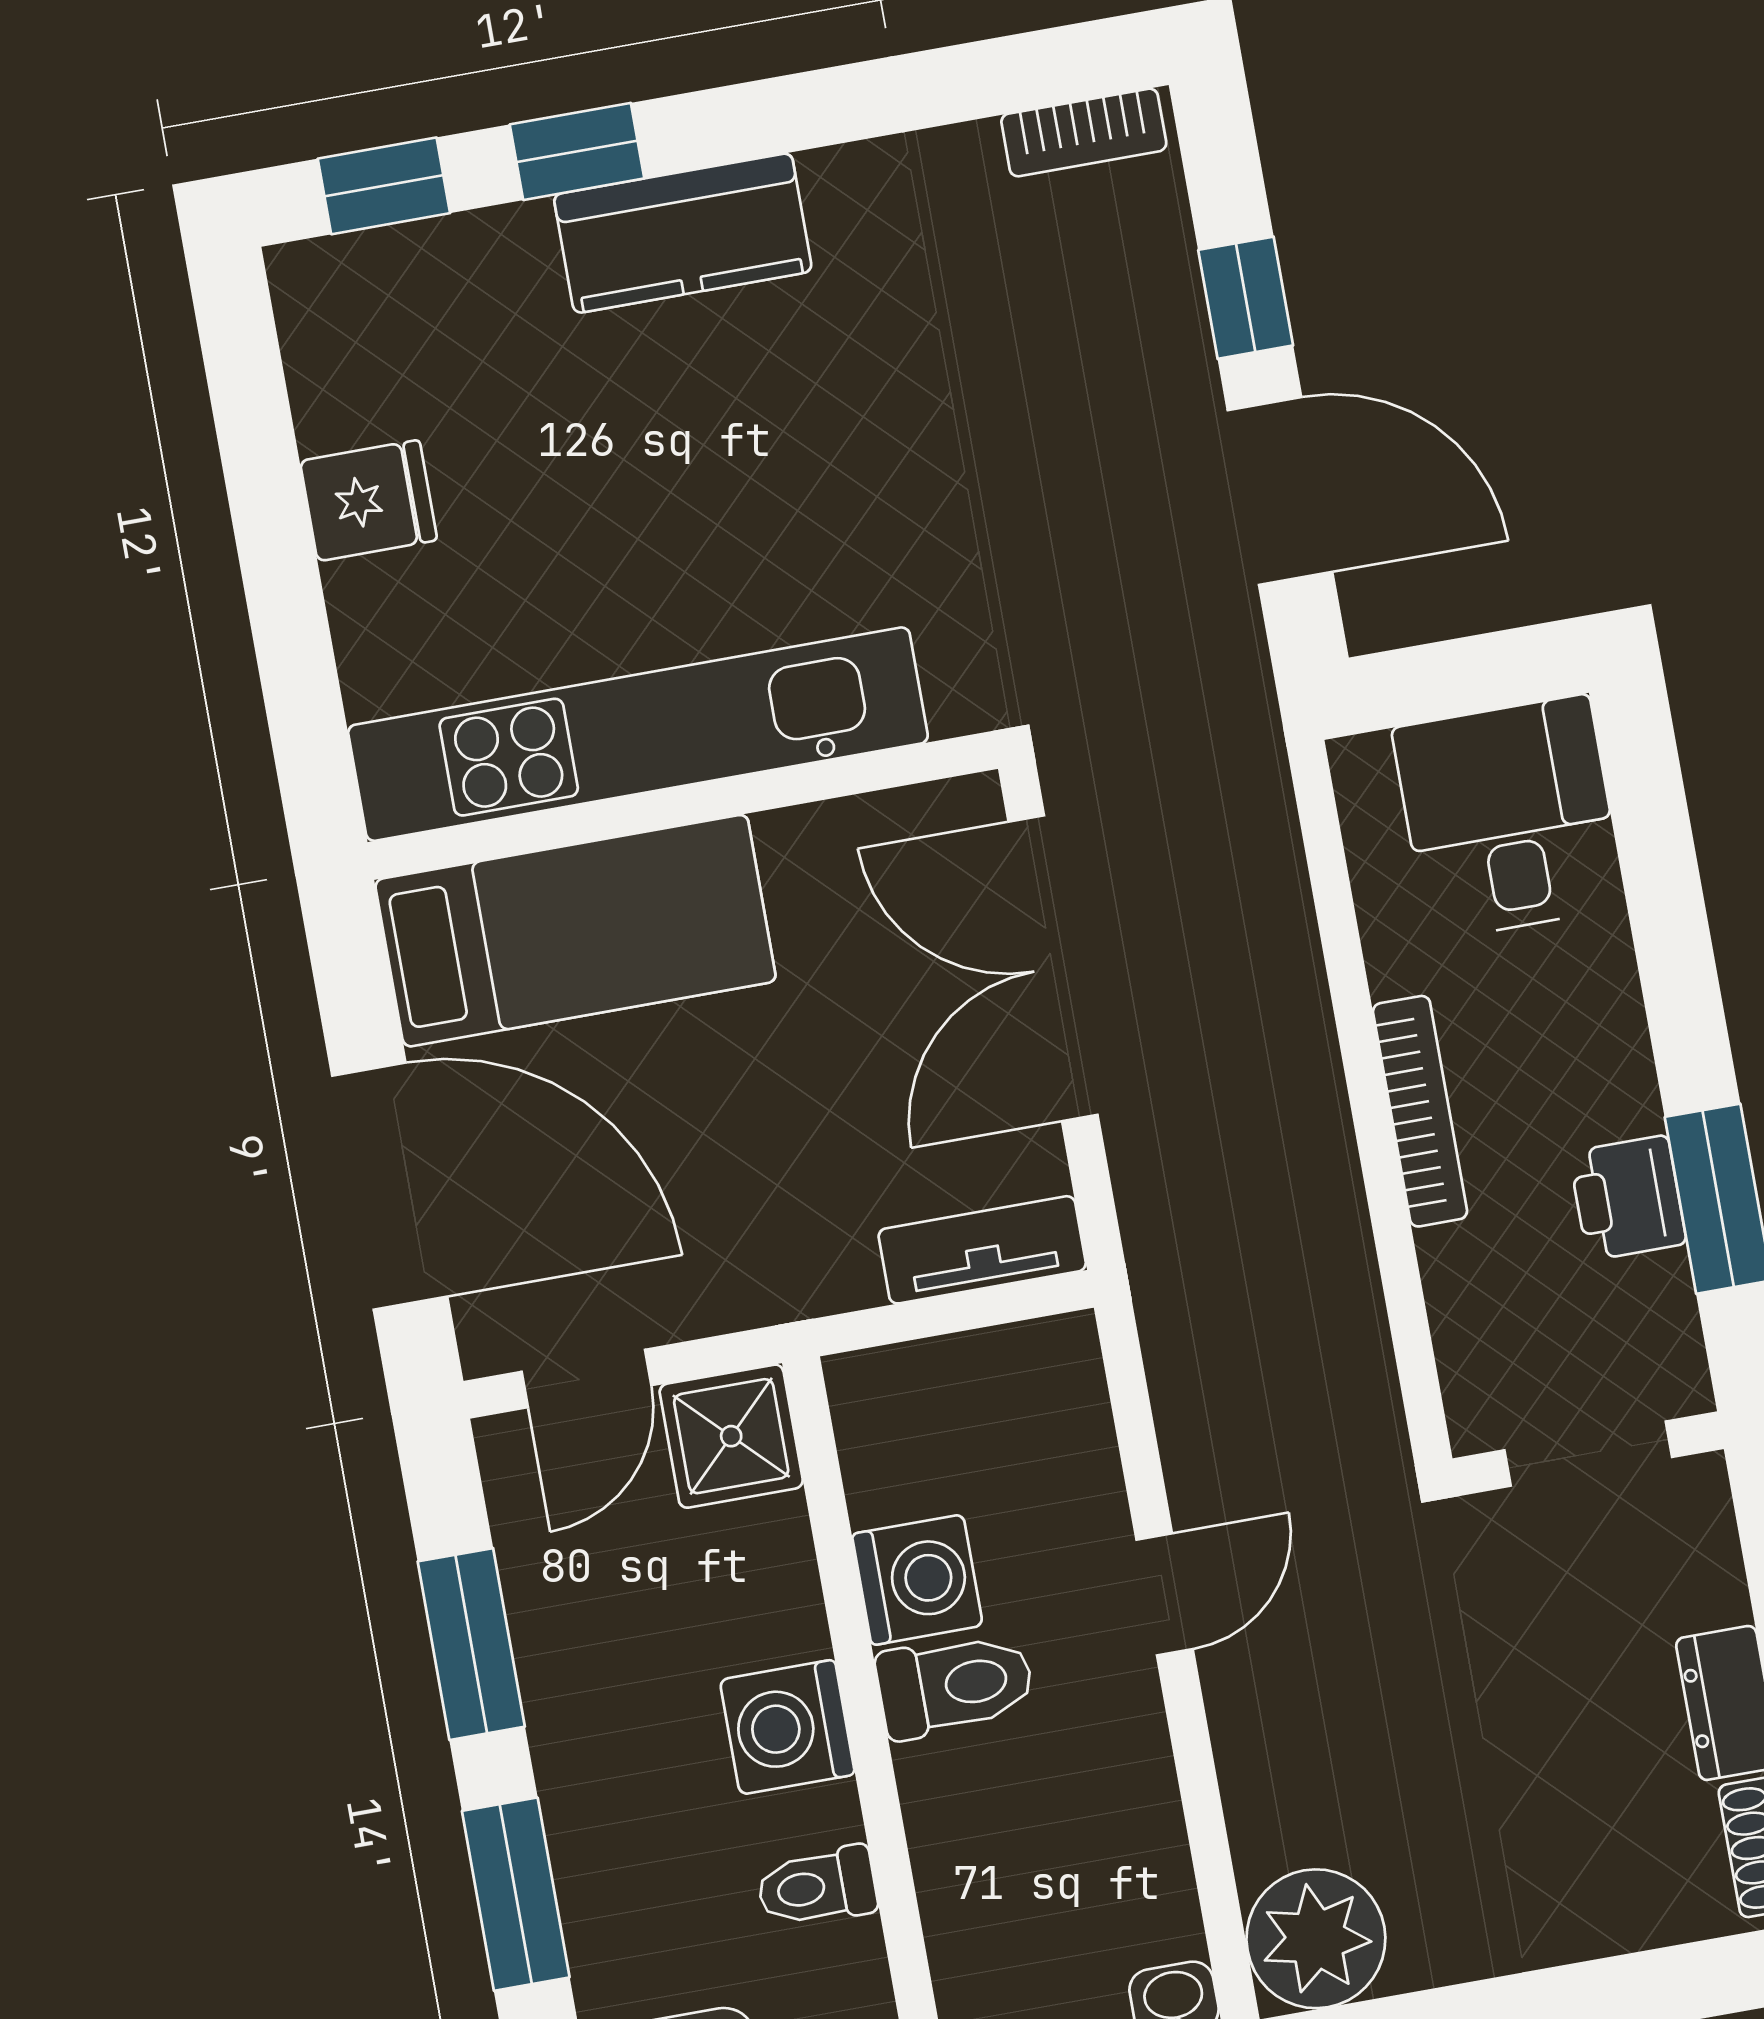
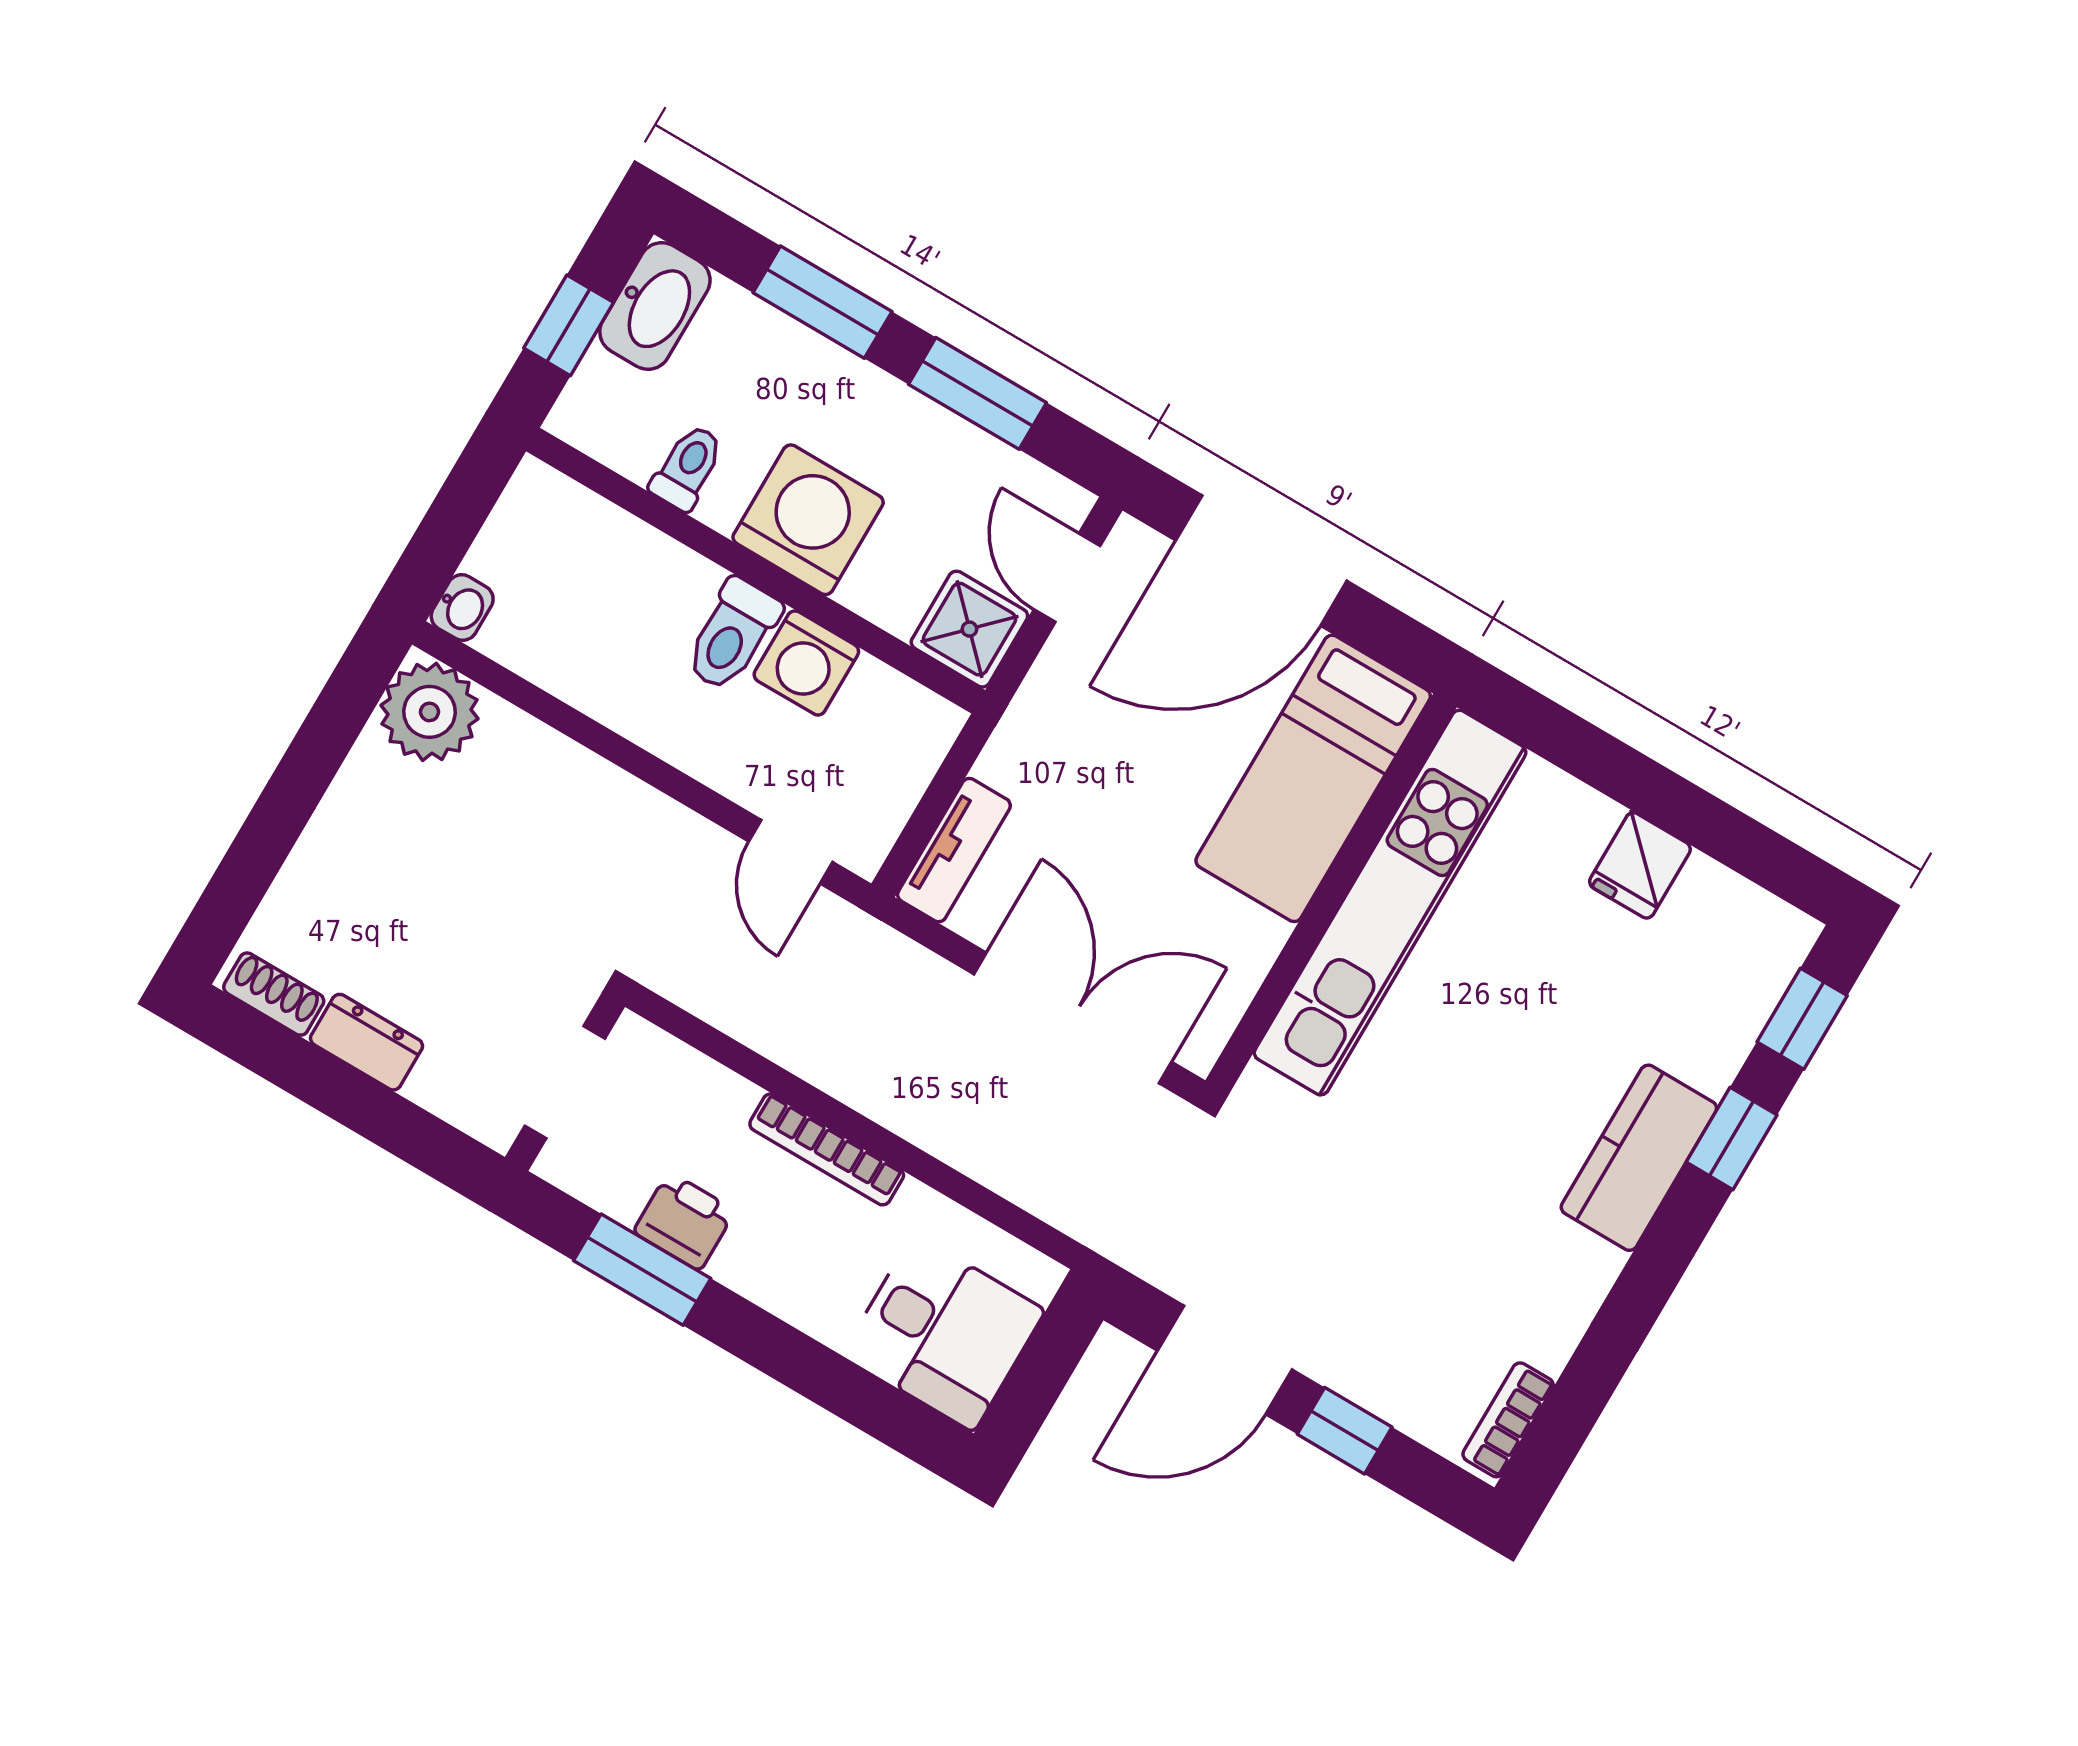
door: (1165, 1594) -> (791, 852), moved
washing machine: (787, 1727) -> (808, 520), width x1.37, depth x1.37

